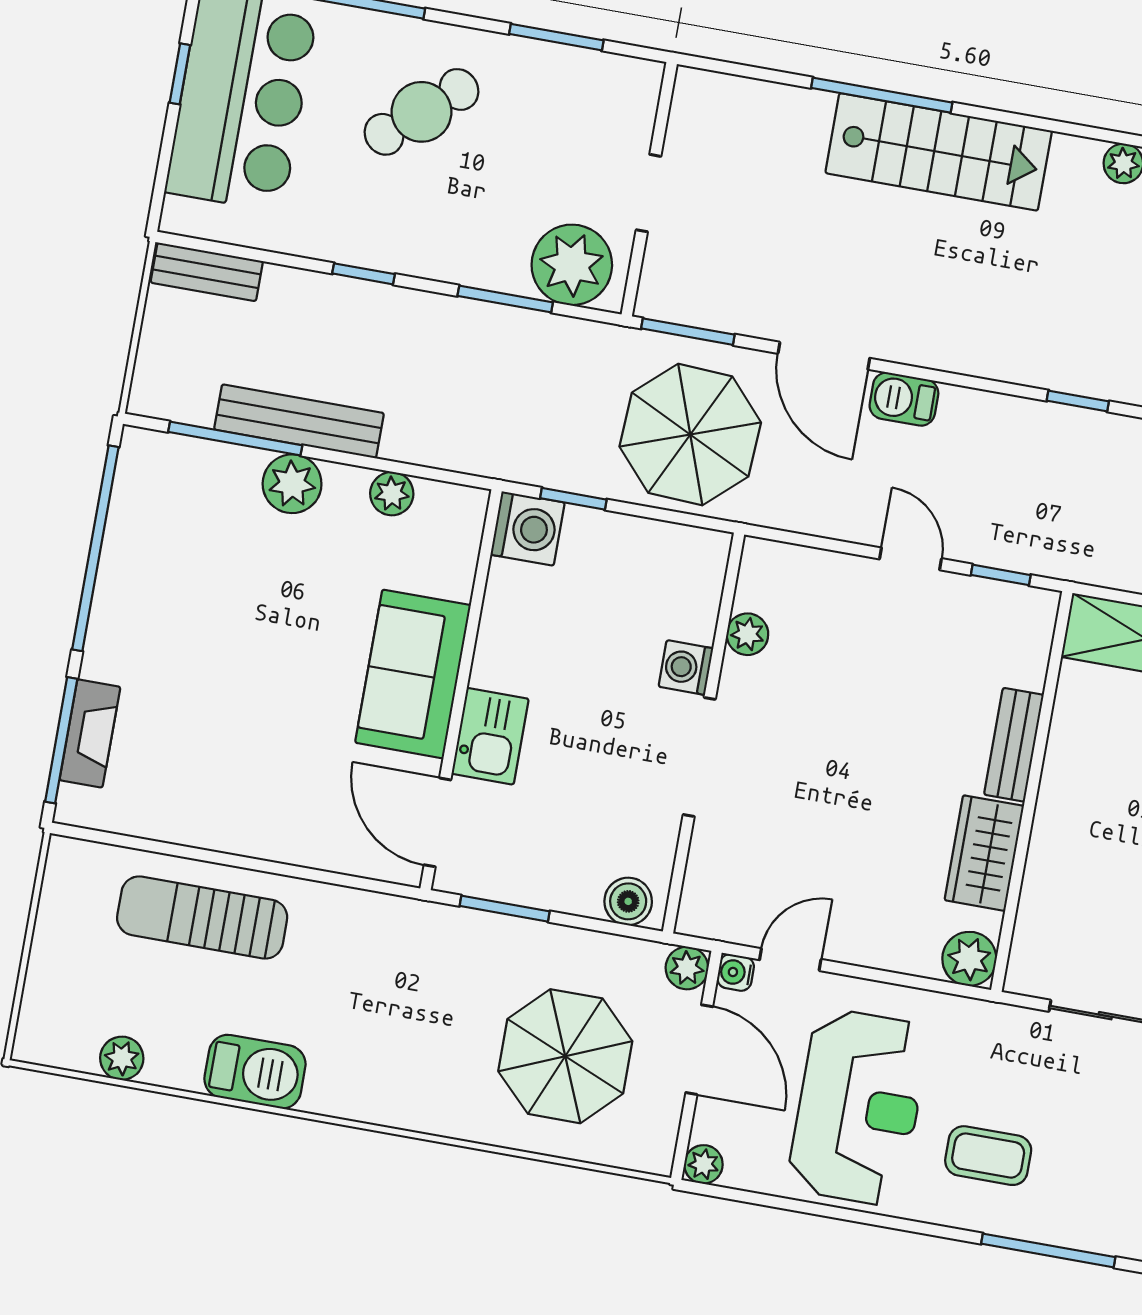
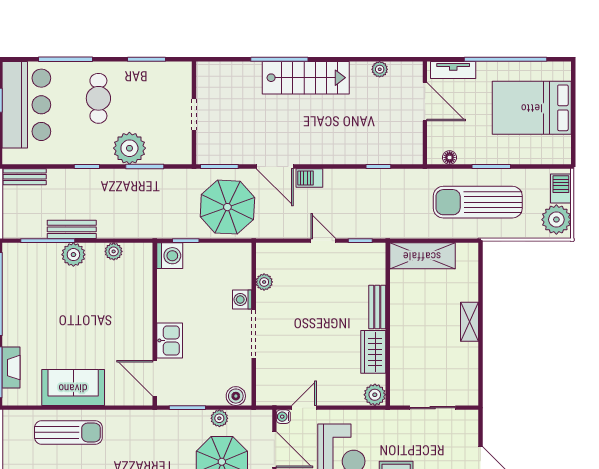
cafe table: (421, 112) -> (98, 98), turned -49
plant: (572, 265) -> (129, 148), moved
bench: (299, 421) -> (72, 229), width x0.73
sofa: (413, 674) -> (73, 388), moved, turned 90
sun lounger: (202, 918) -> (68, 432), turned 180
plant: (687, 968) -> (219, 418), moved

